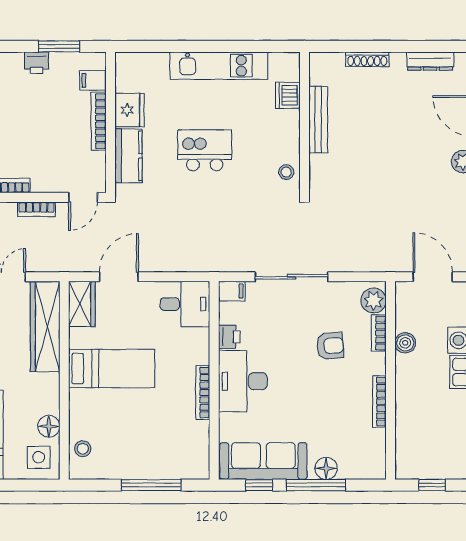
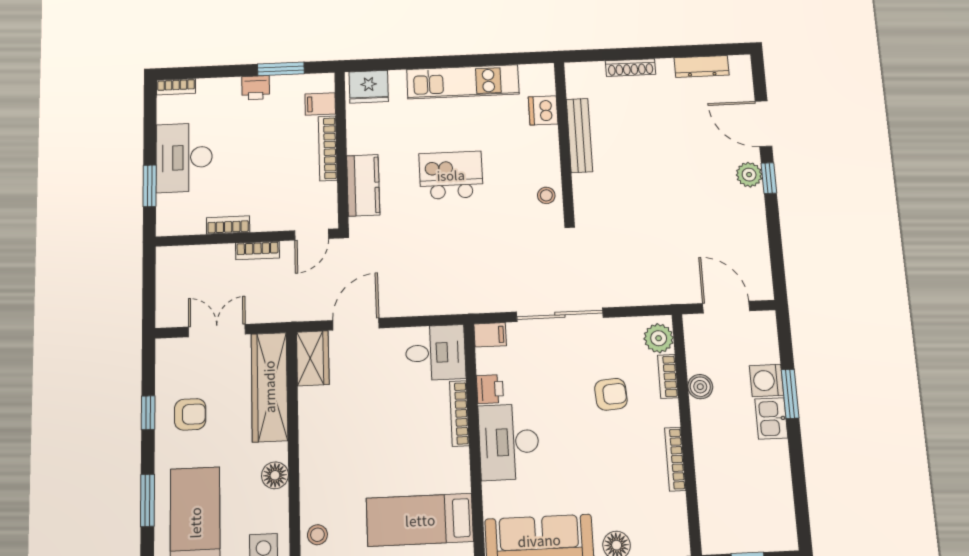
fridge: (129, 110) -> (369, 87), moved, turned 90
bed: (112, 369) -> (420, 520), moved, turned 180
bookcase: (203, 393) -> (459, 413), moved
floor lamp: (49, 426) -> (275, 475), moved

